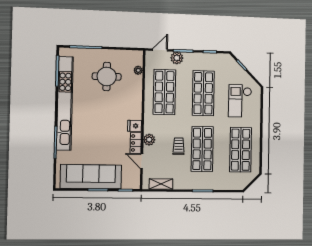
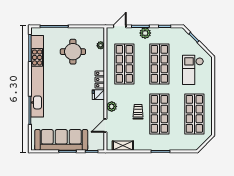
plant: (177, 58) -> (145, 33), moved
locker: (136, 143) -> (100, 80), moved
door: (142, 161) -> (105, 126), hinge flipped

